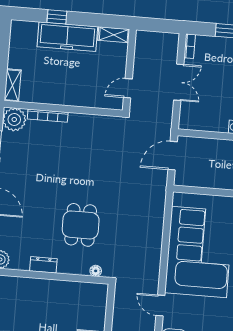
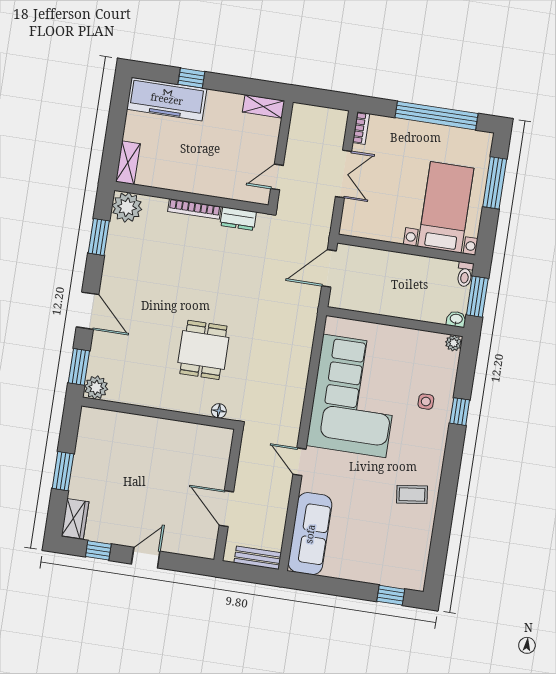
freezer: (67, 37) -> (167, 99), moved
bookcase: (48, 116) -> (194, 209), moved
dresser: (43, 265) -> (238, 219), moved, turned 180

